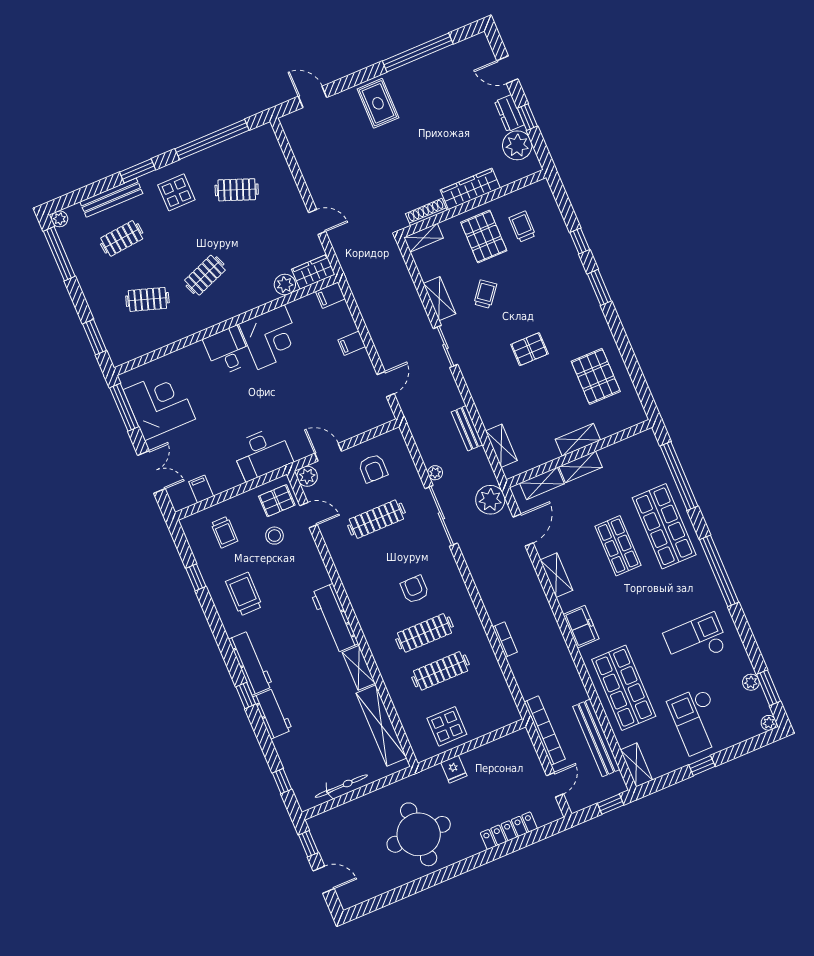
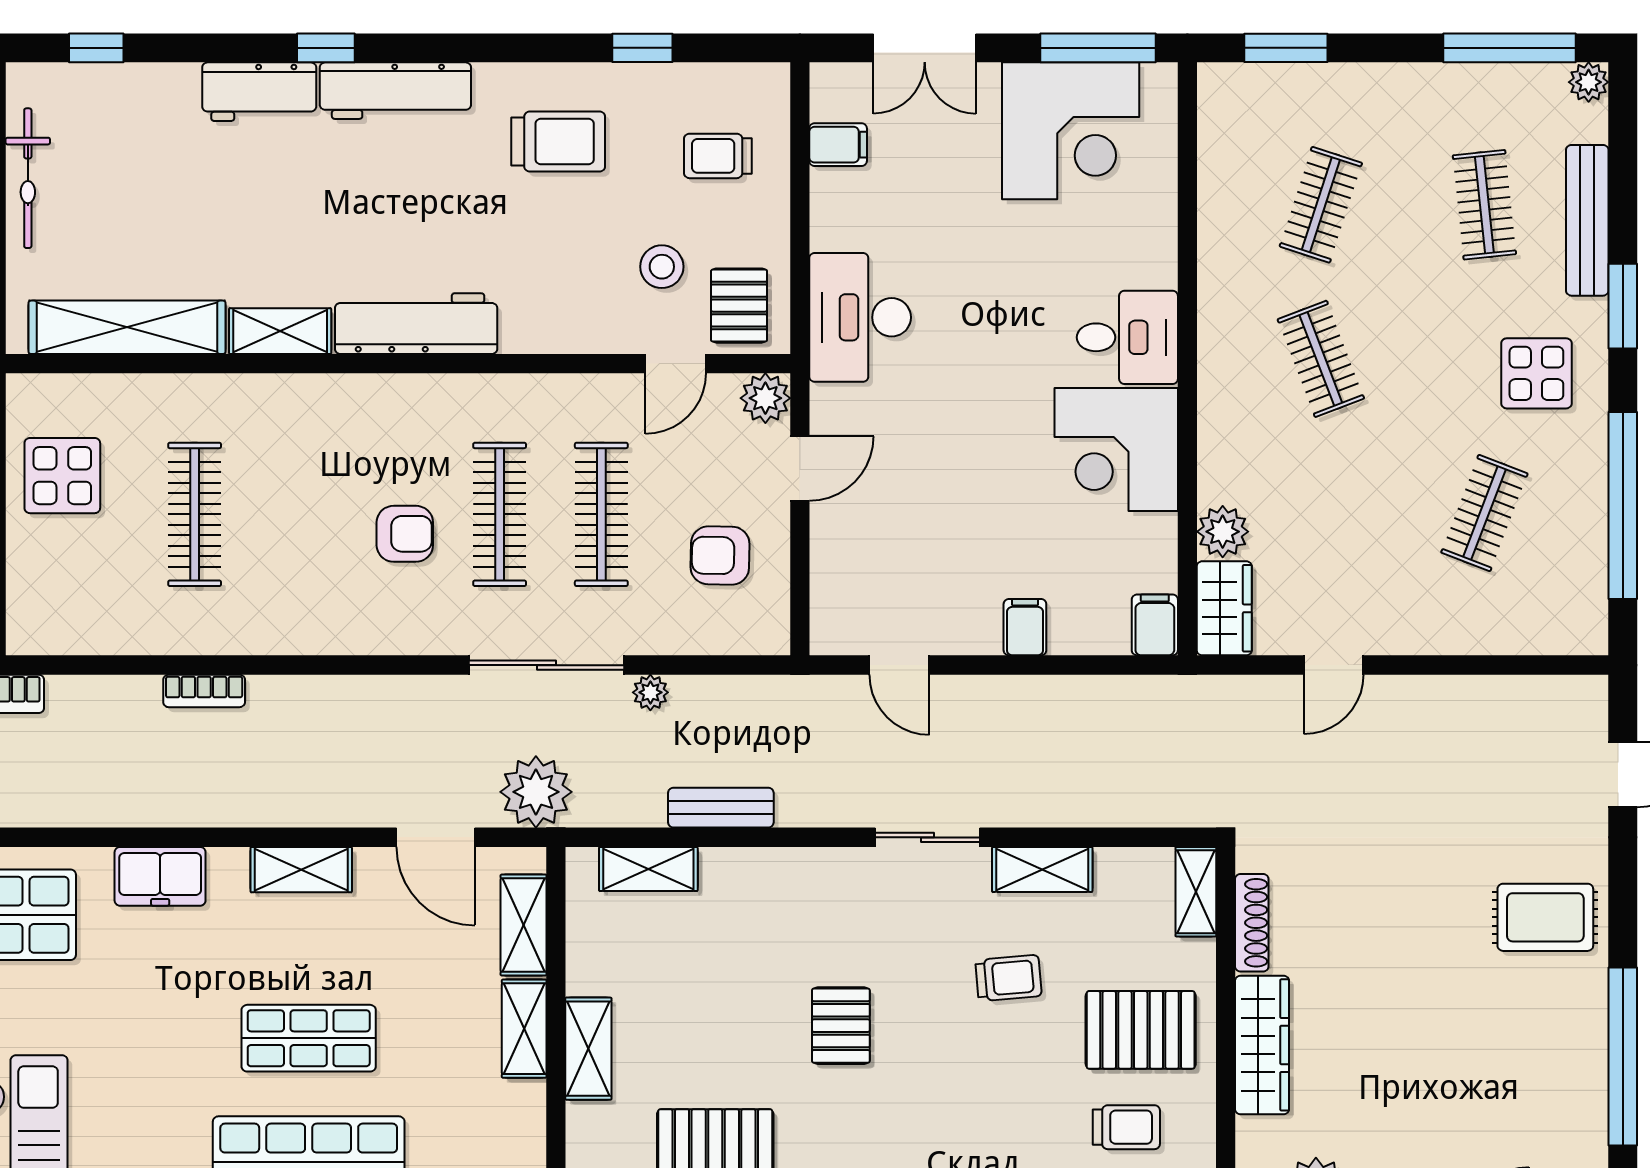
trolley: (485, 294) -> (1008, 978), turned -43
clothes rail: (424, 633) -> (500, 514), moved

